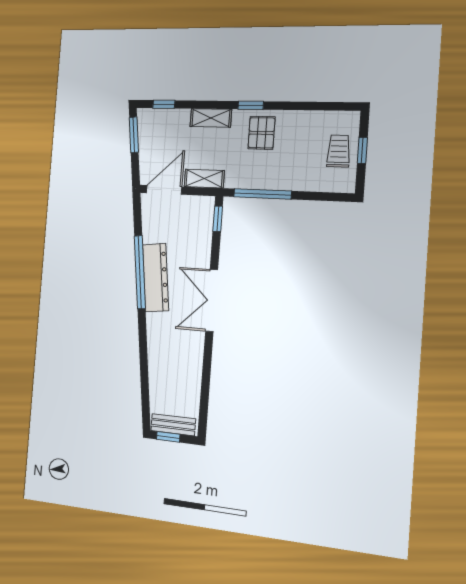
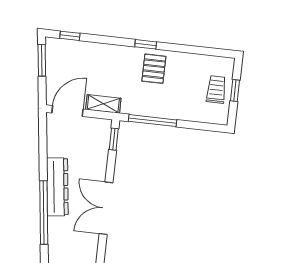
shelving: (211, 118) -> (111, 52), removed
window: (140, 272) -> (44, 213), moved

